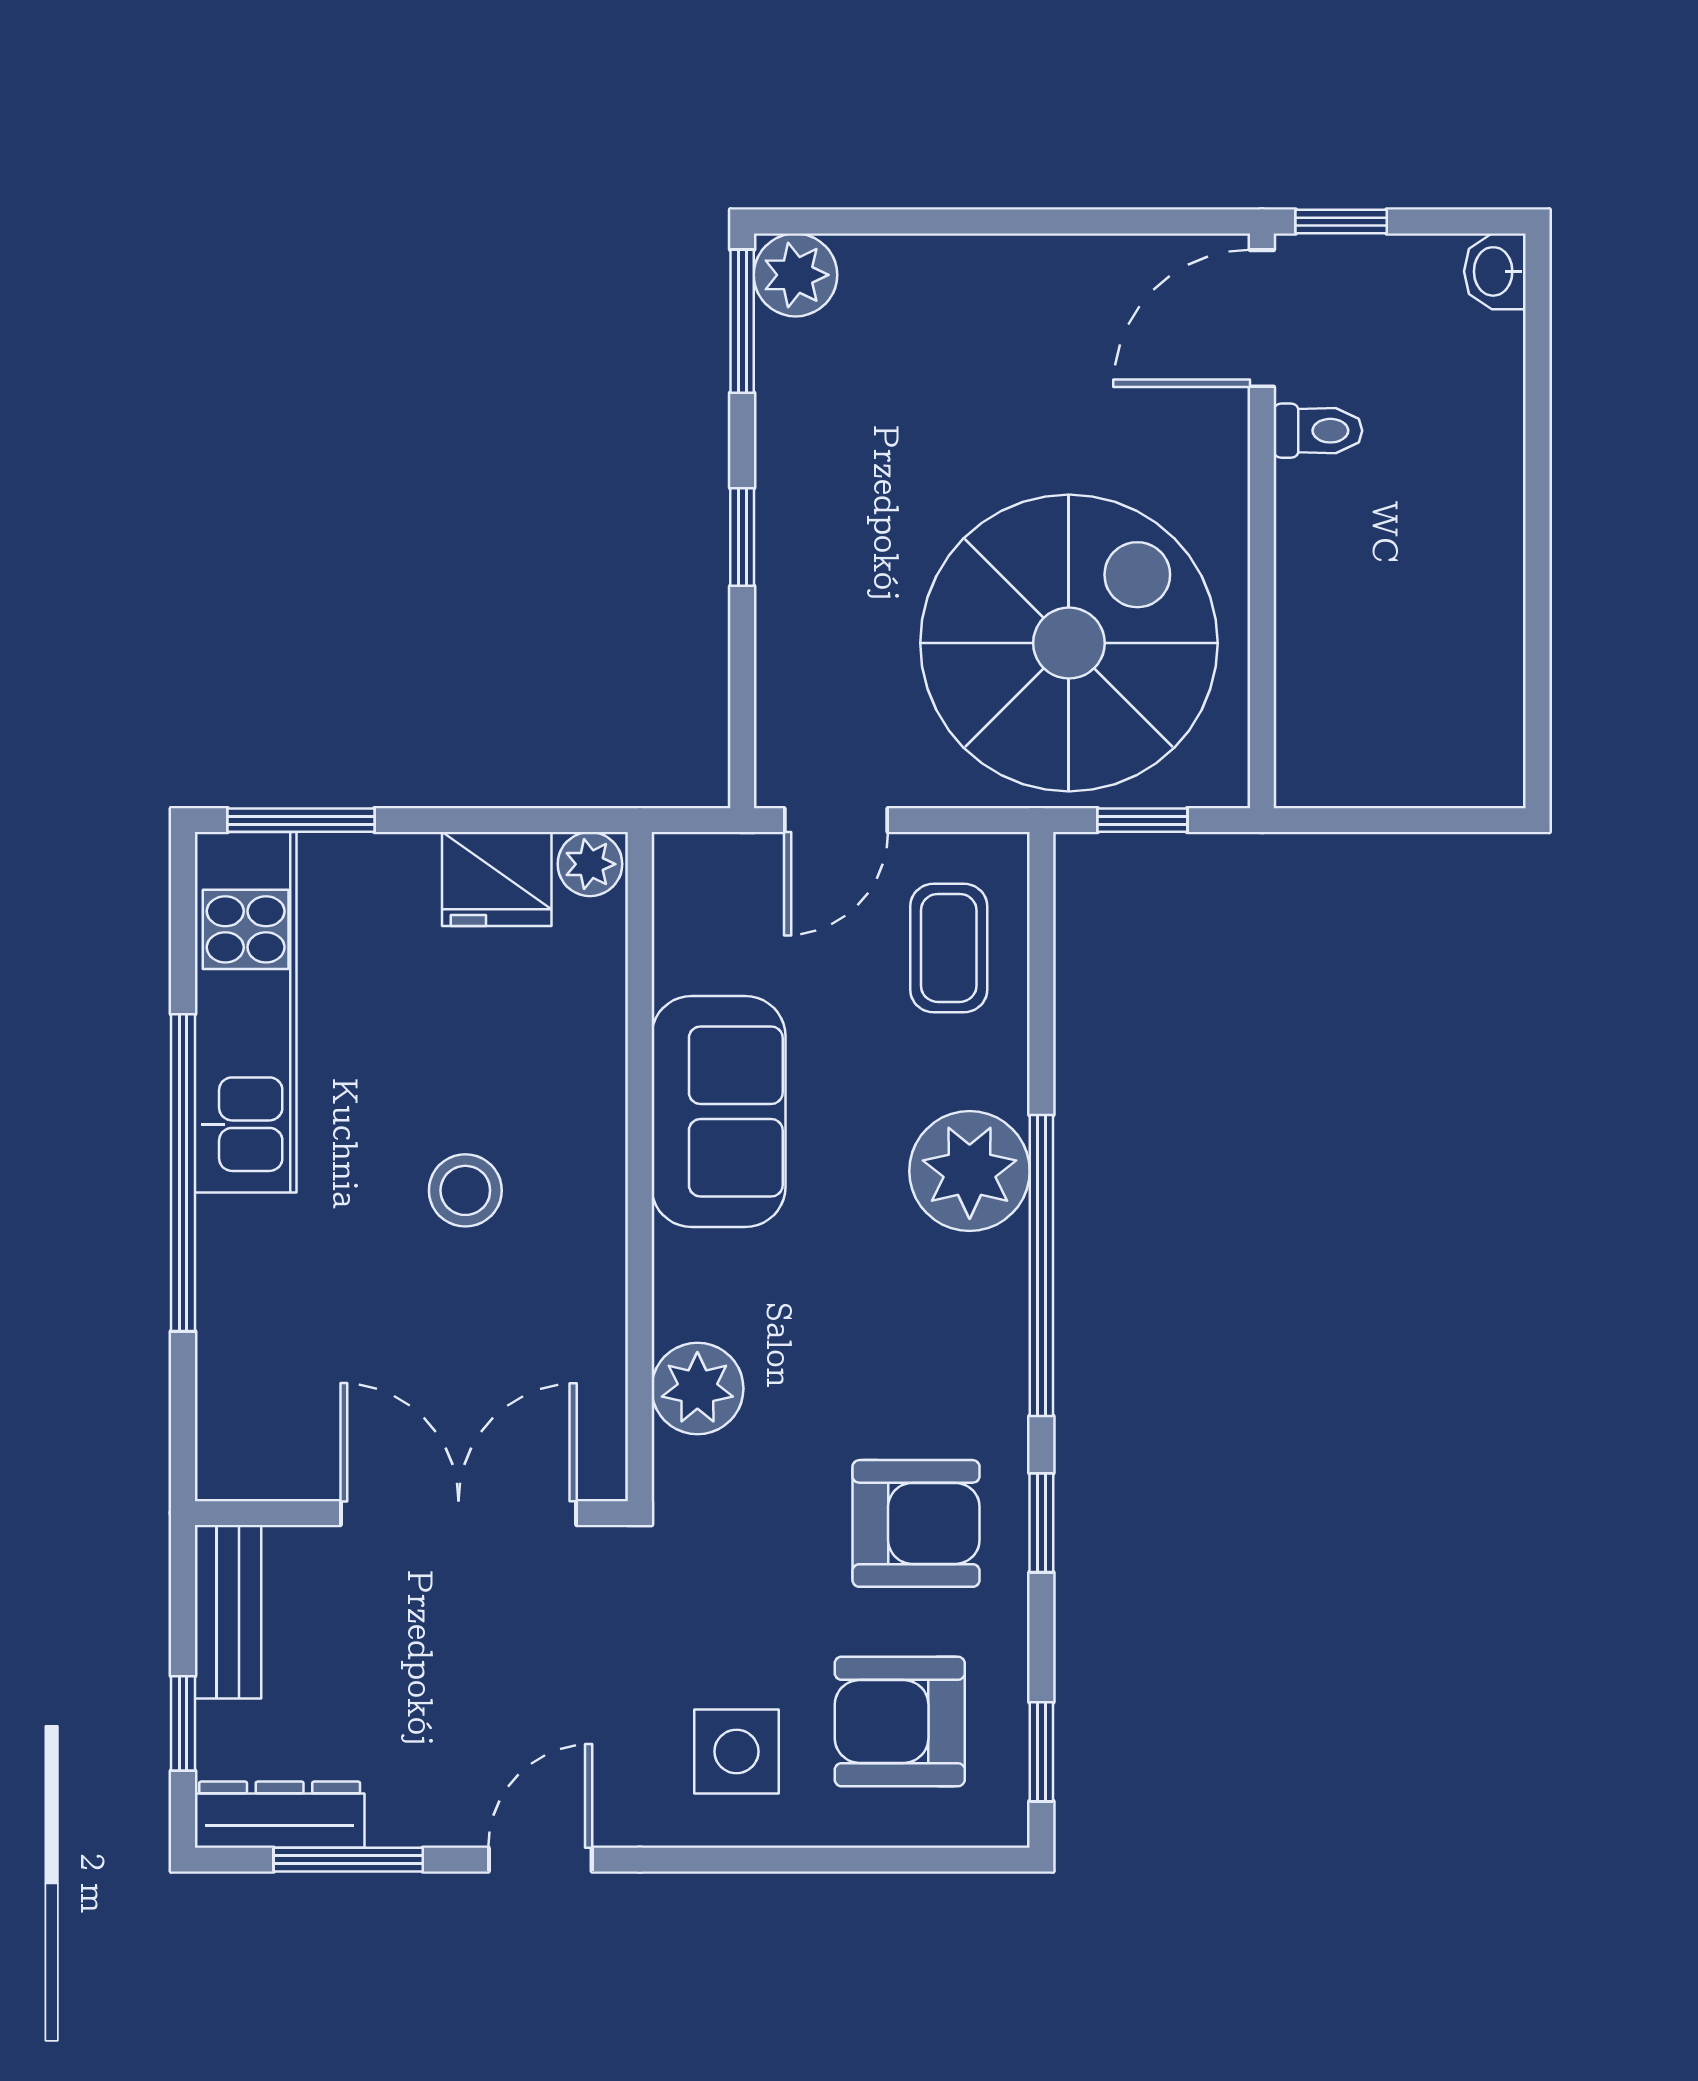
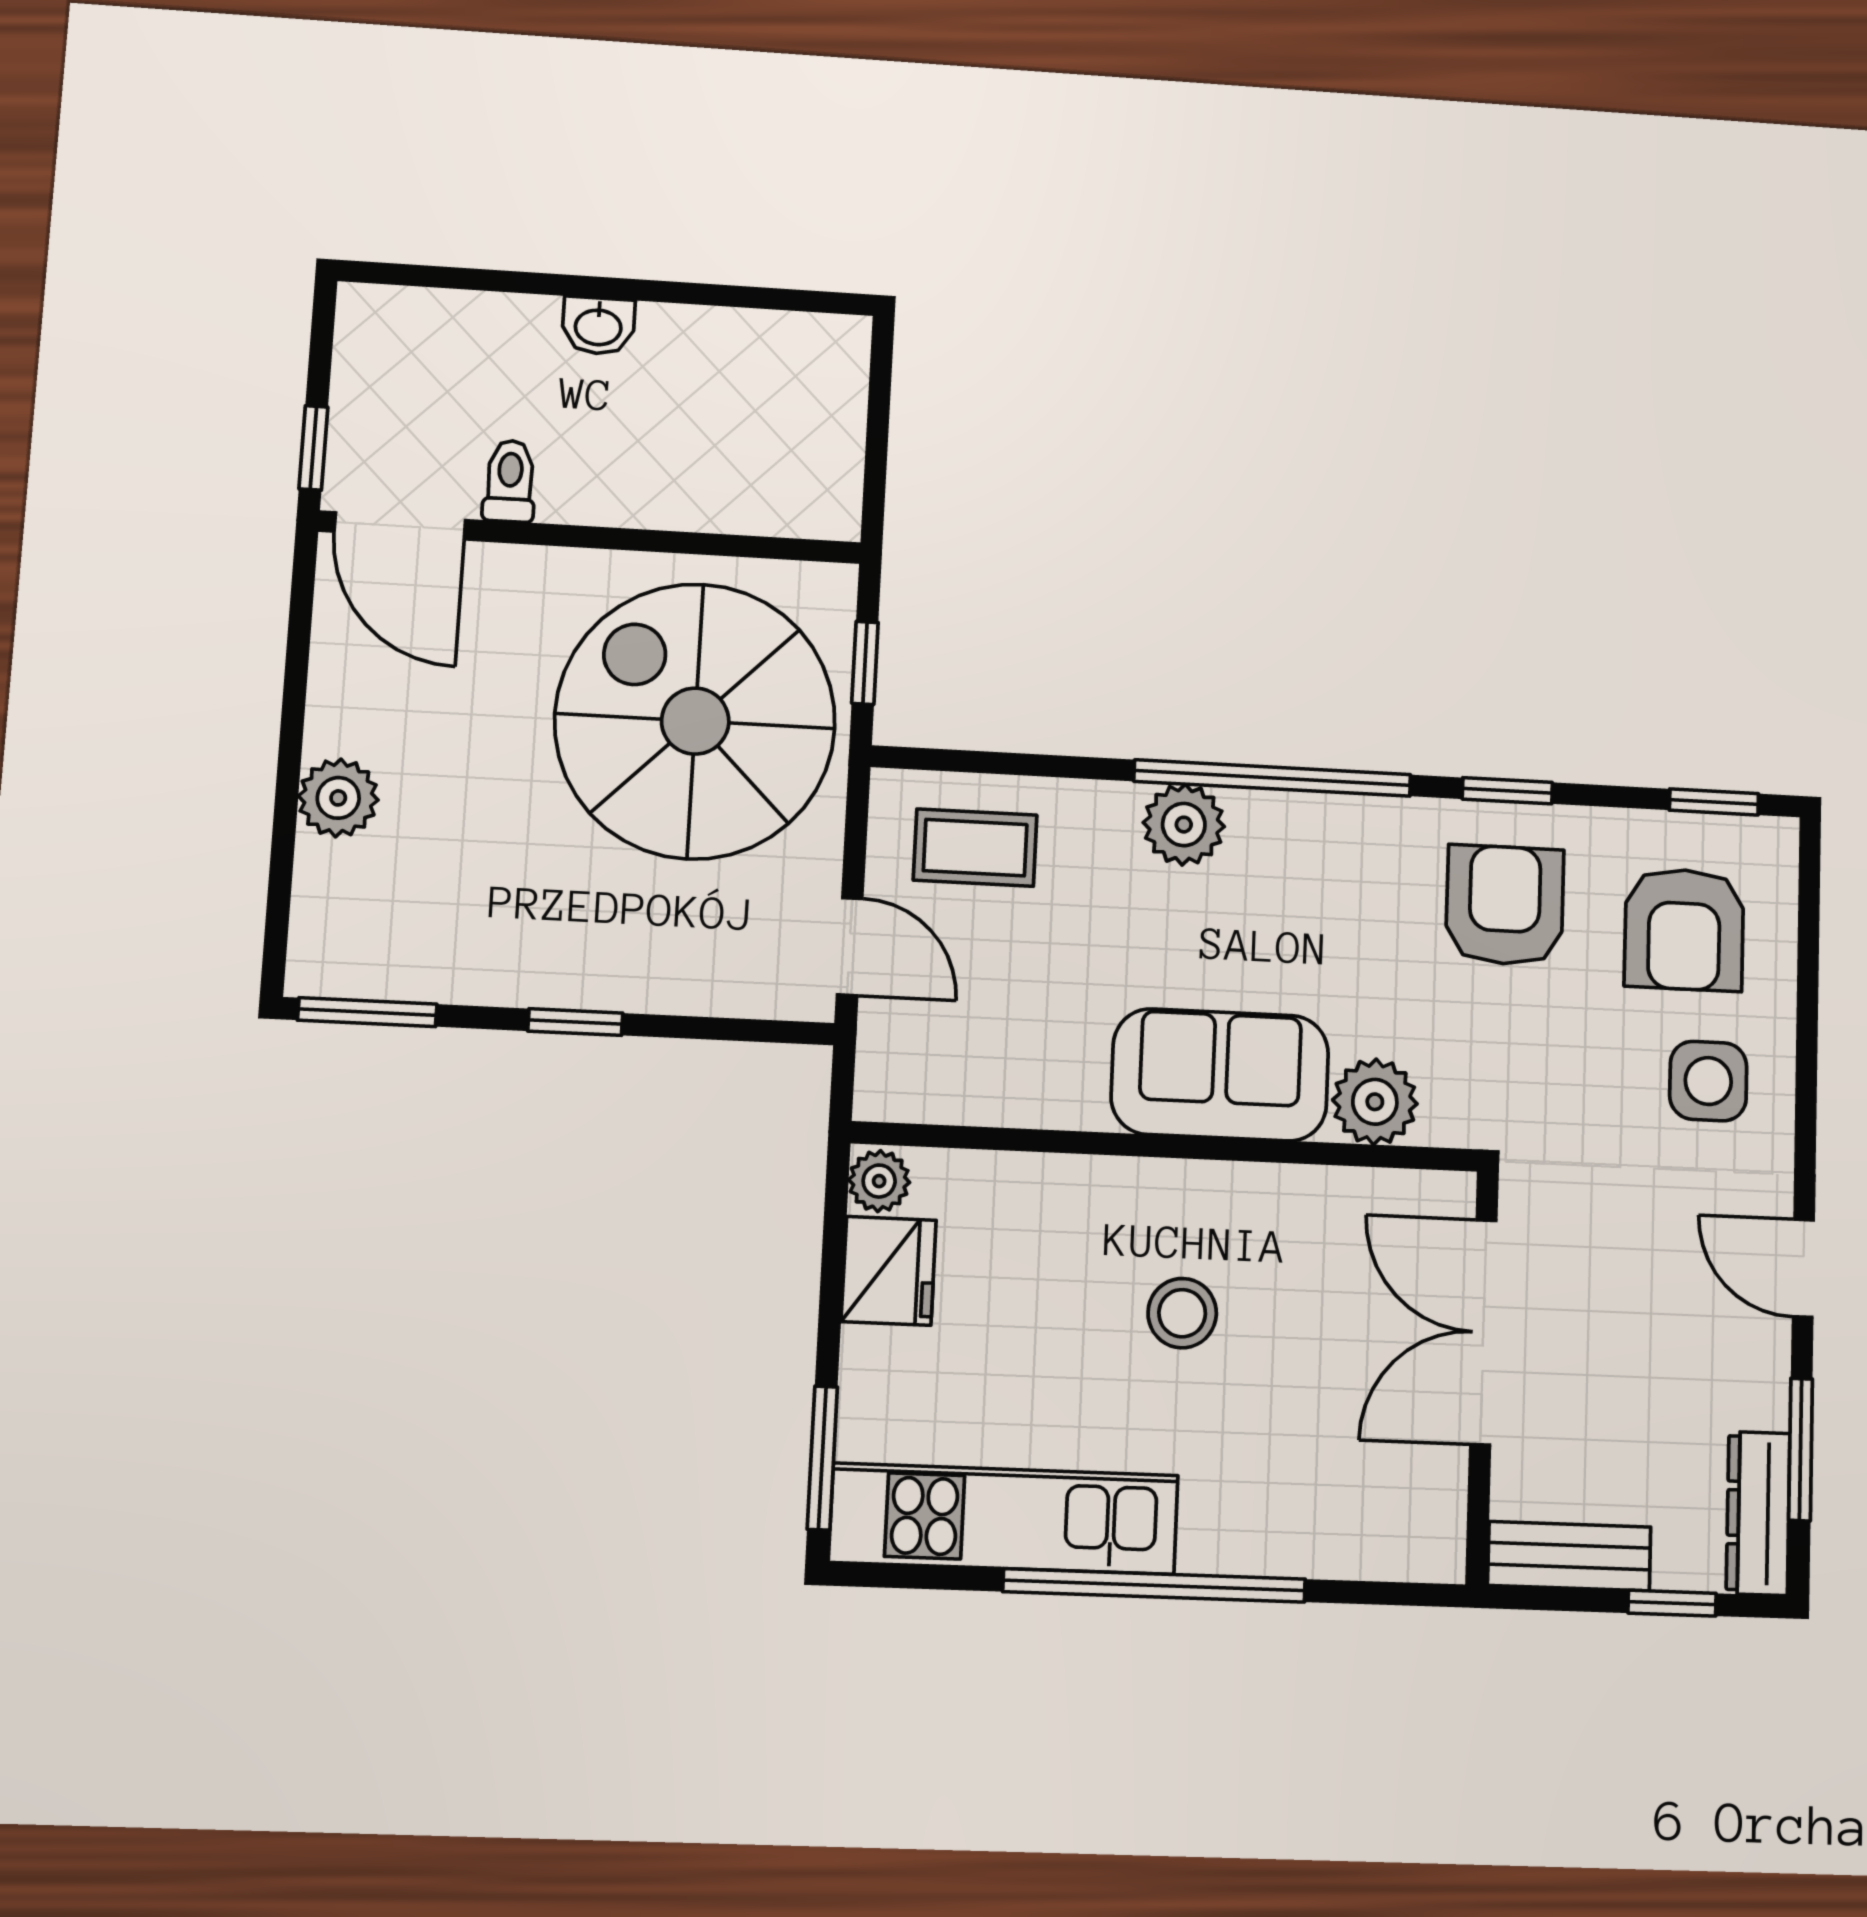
washbasin: (1495, 271) -> (598, 326), moved
plant: (796, 275) -> (338, 798), moved
sofa: (718, 1112) -> (1220, 1075), moved
plant: (970, 1171) -> (1184, 825), width x0.73, depth x0.73

